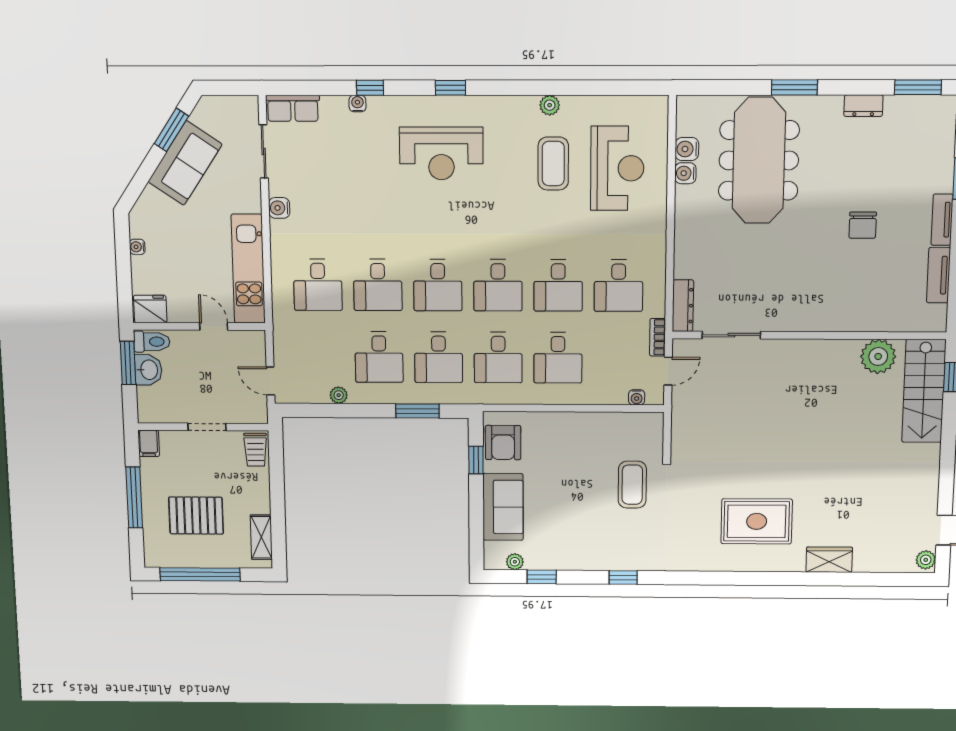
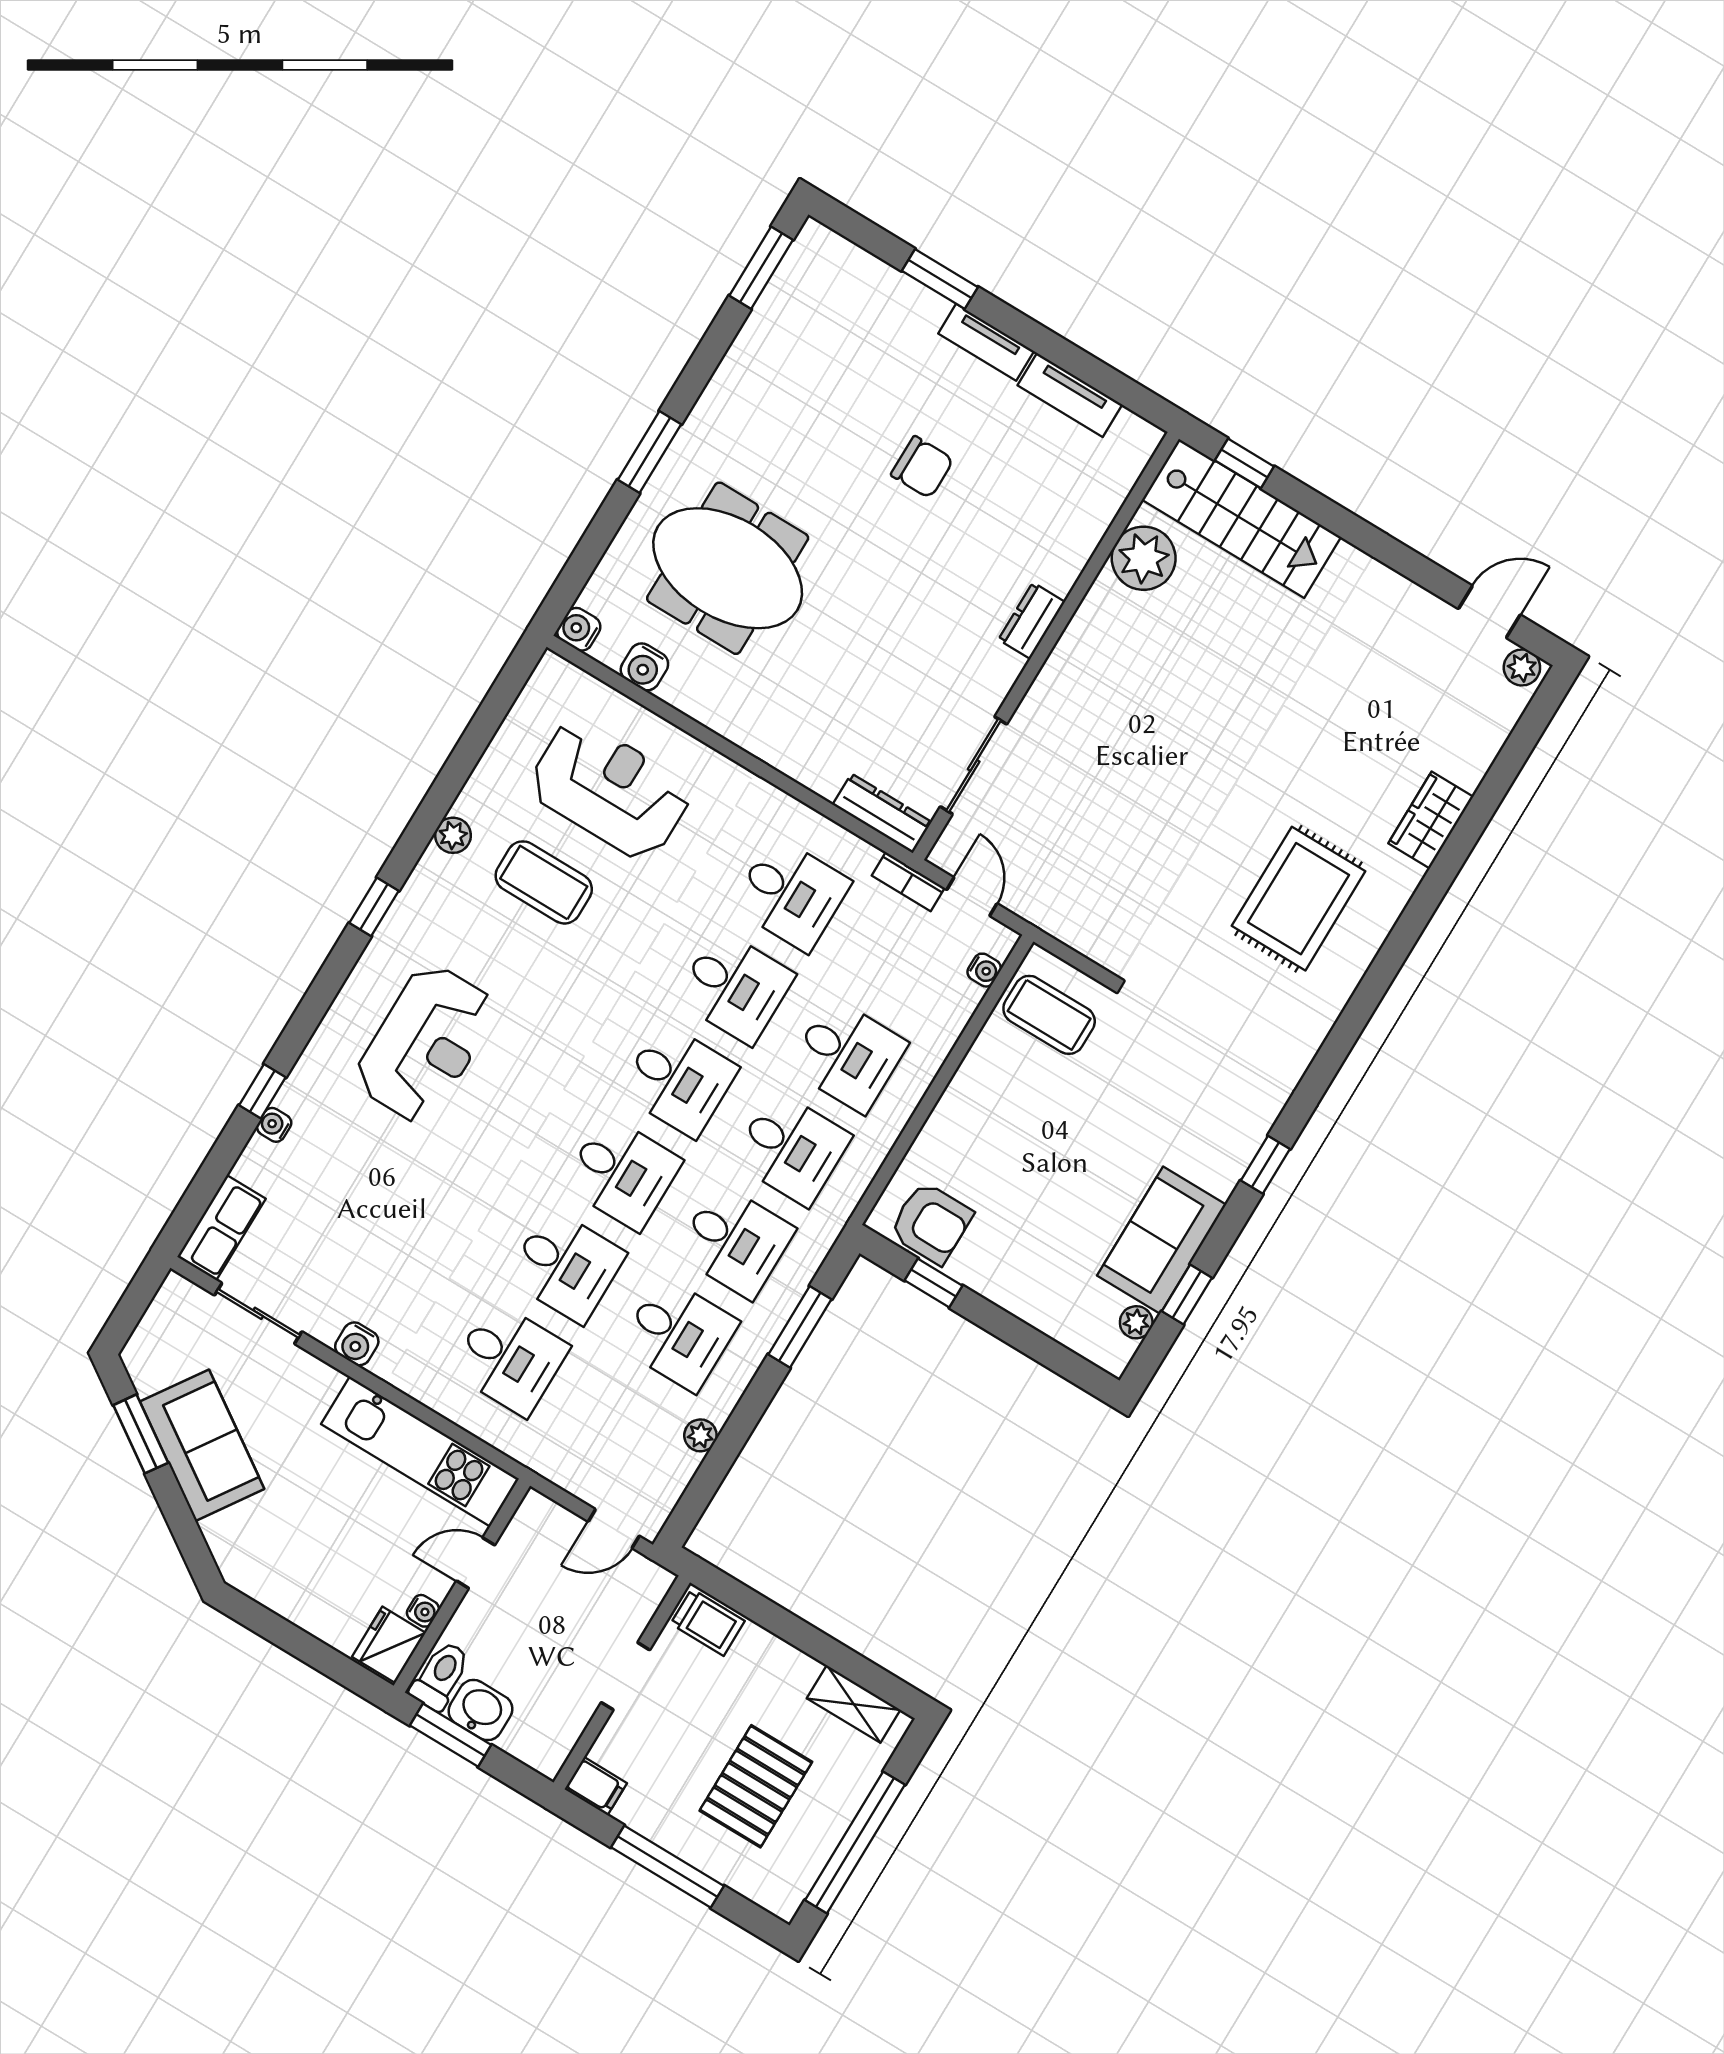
window: (450, 88) -> (374, 907), moved
dresser: (863, 106) -> (1032, 621), moved, turned 180
meeting table: (759, 160) -> (728, 568), width x0.73
water cooler: (685, 173) -> (579, 629), moved, turned 90
water cooler: (137, 247) -> (423, 1611), moved, turned -90
coffee table: (632, 485) -> (1049, 1015), moved
sofa: (503, 507) -> (1162, 1240), moved, turned -90

